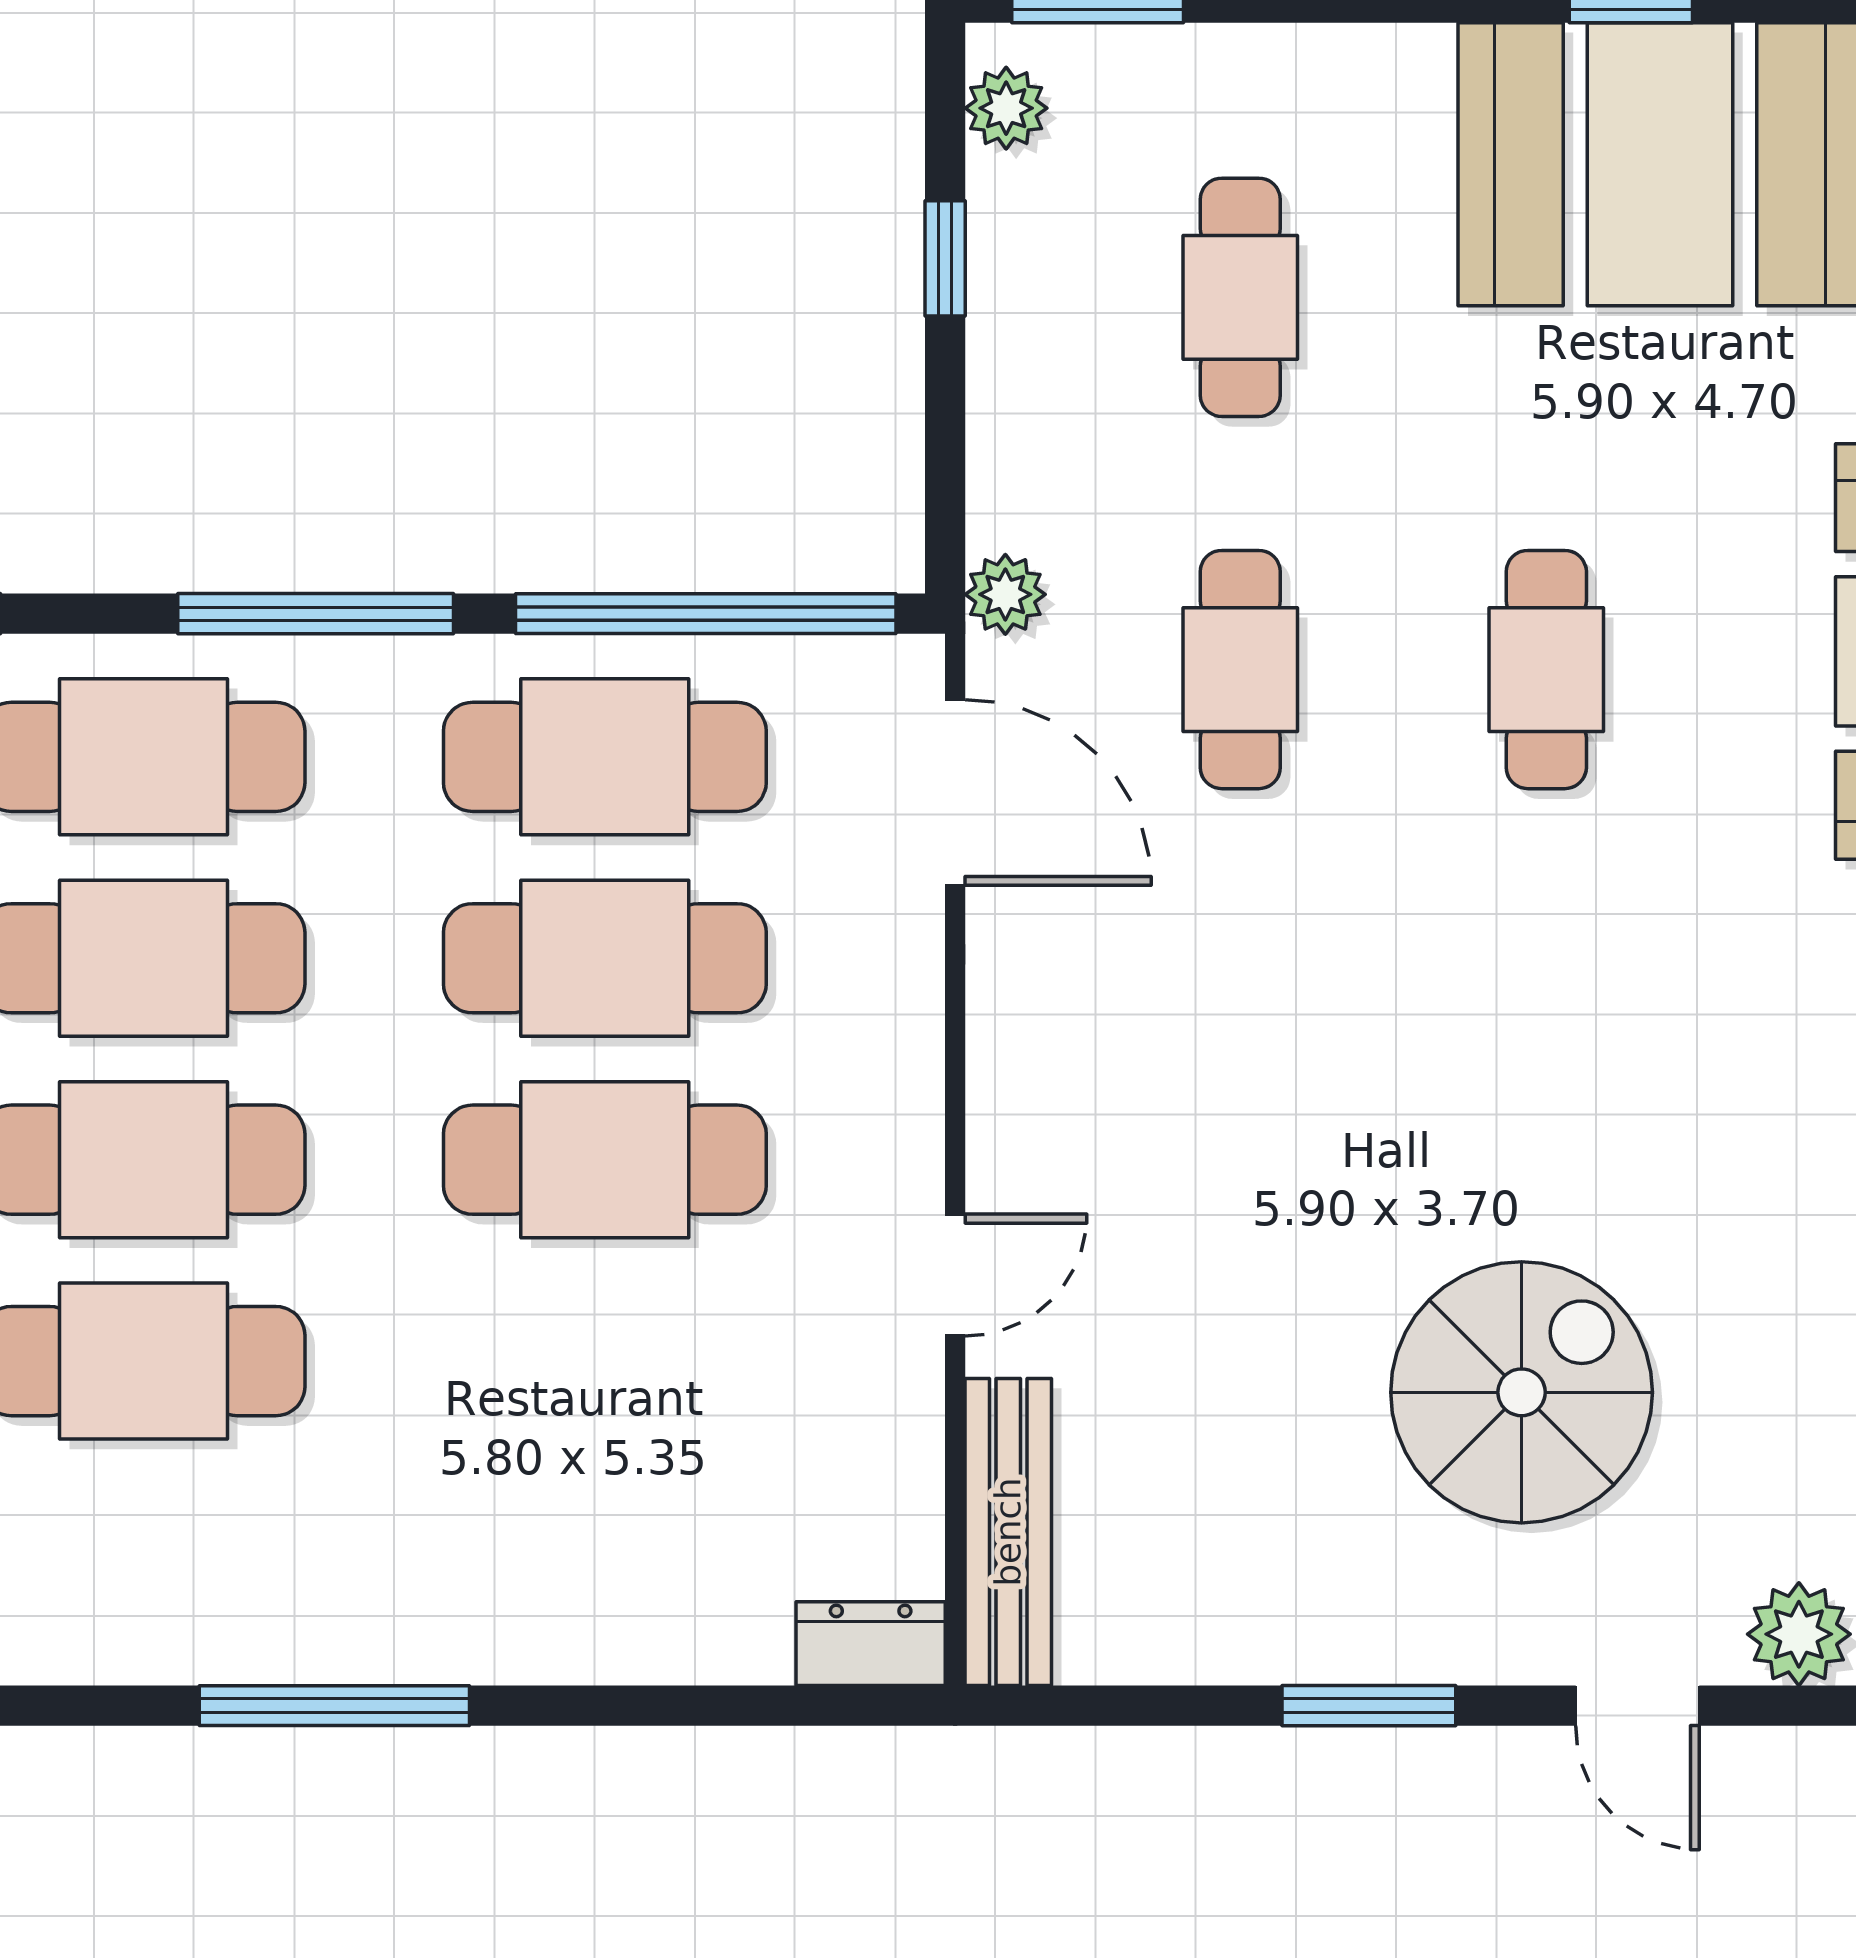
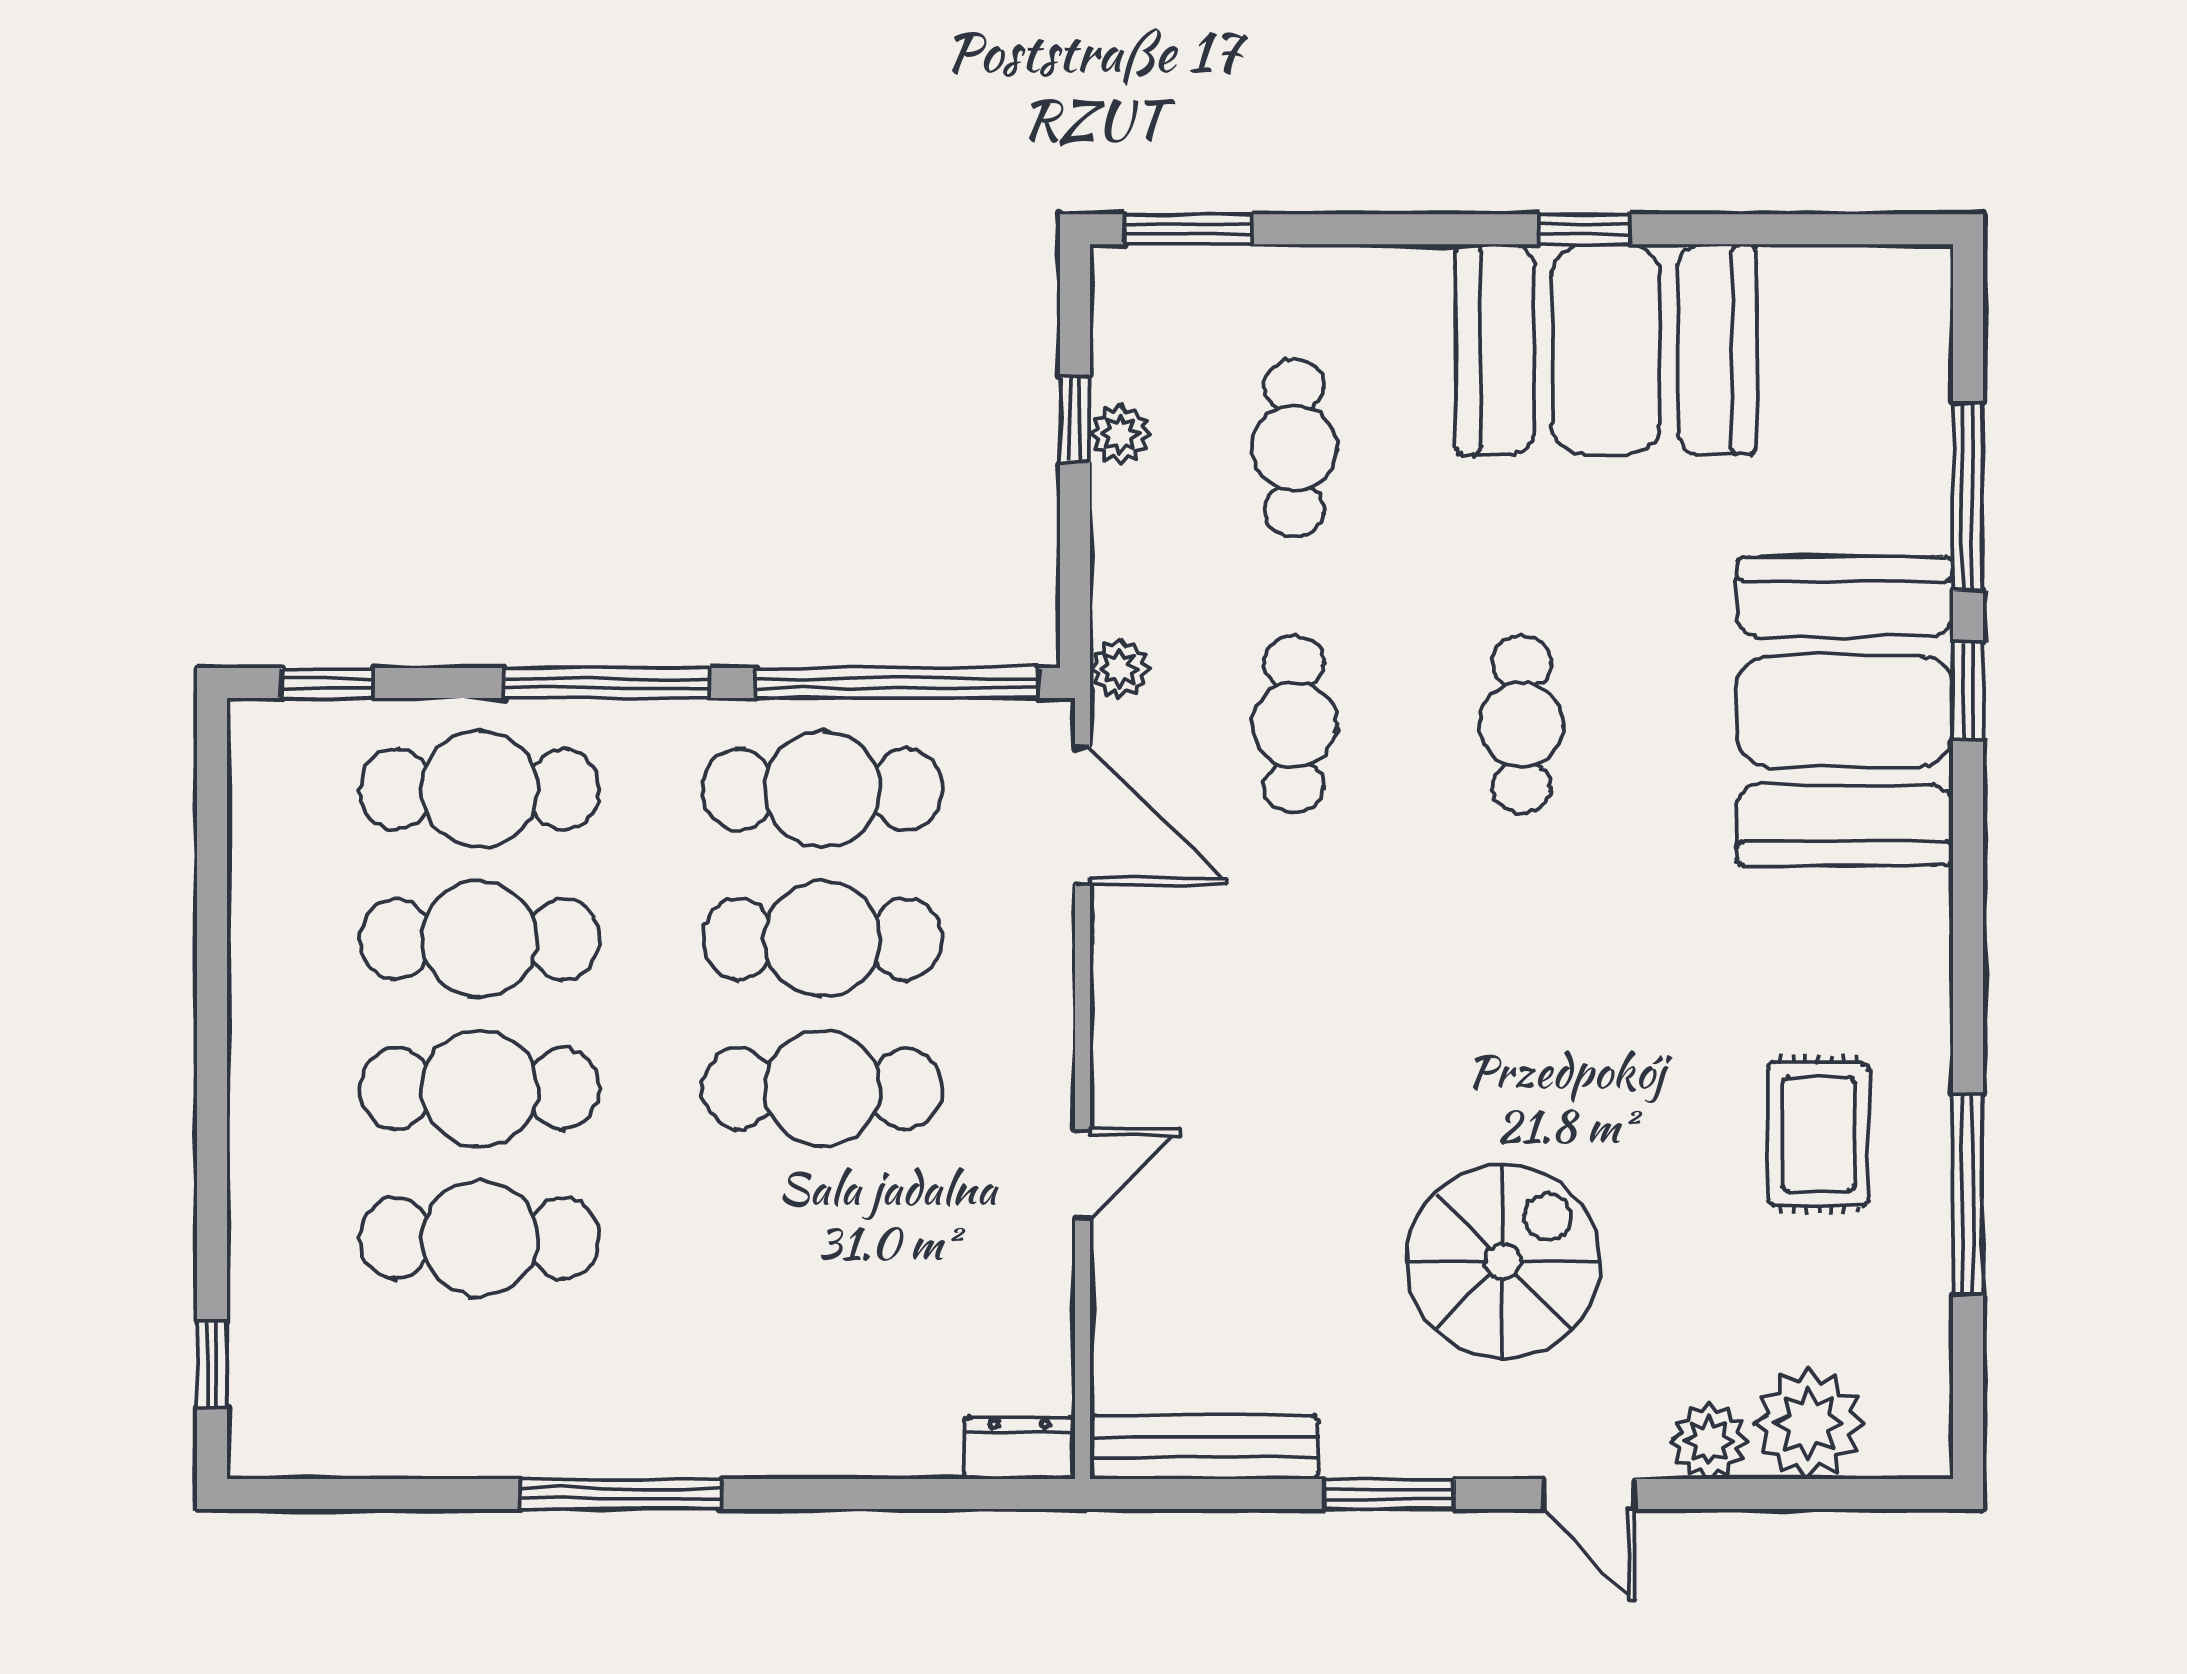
plant: (1006, 108) -> (1120, 434), moved
bench: (1008, 1532) -> (1204, 1447), moved, turned 90

